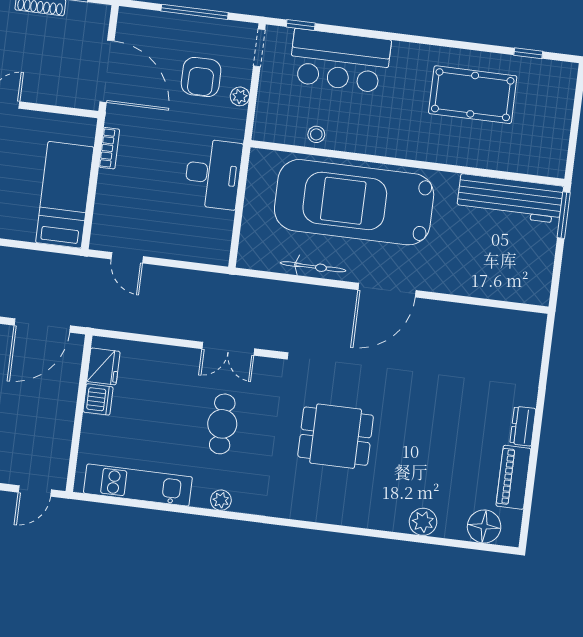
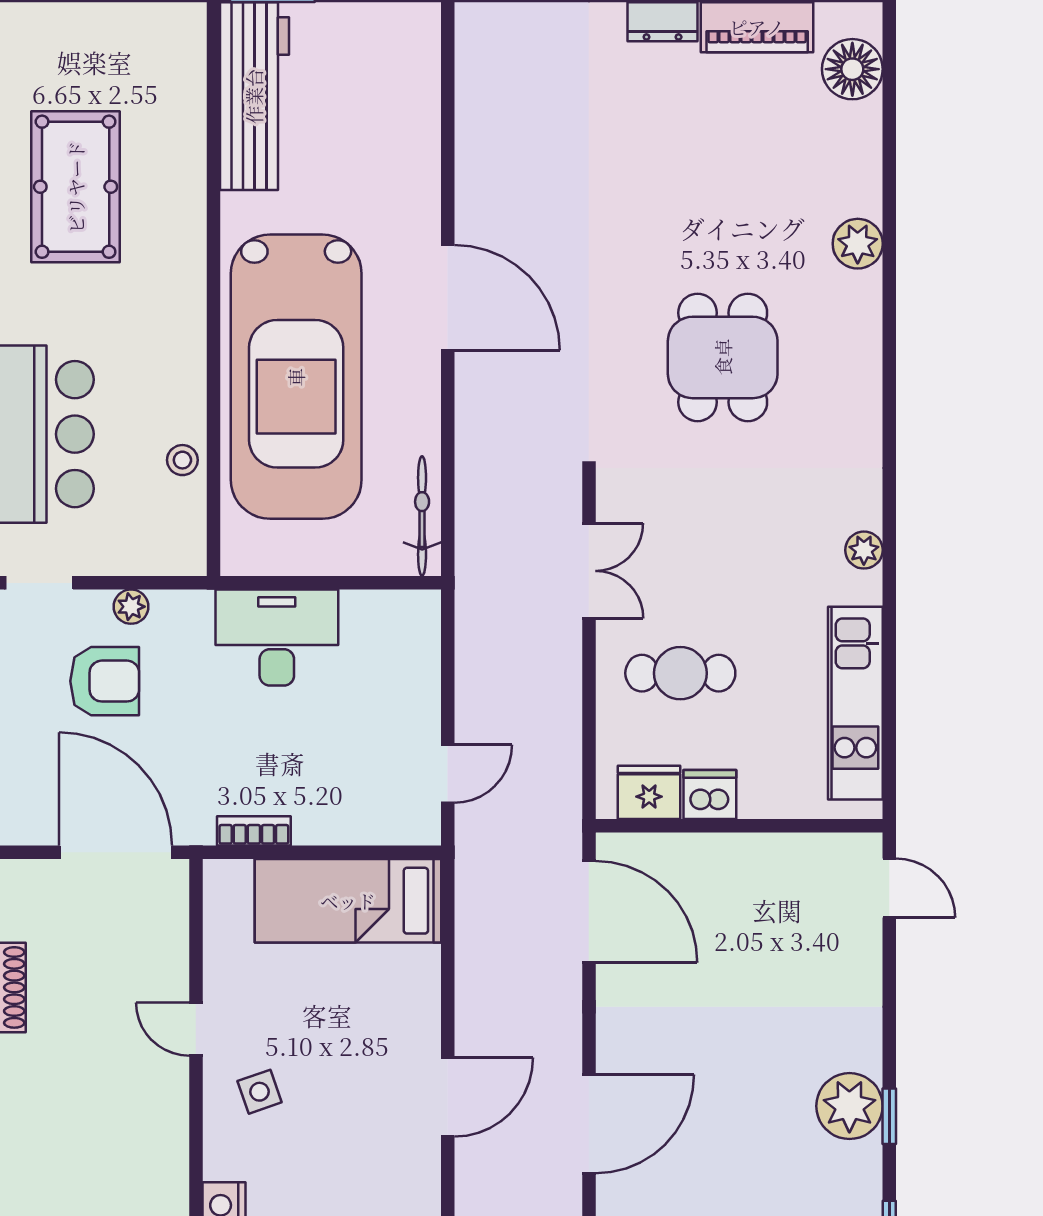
door: (107, 71) -> (116, 852), hinge flipped
bicycle: (313, 267) -> (422, 516), moved
cafe table: (222, 424) -> (680, 673), moved
plant: (423, 522) -> (858, 244), moved

